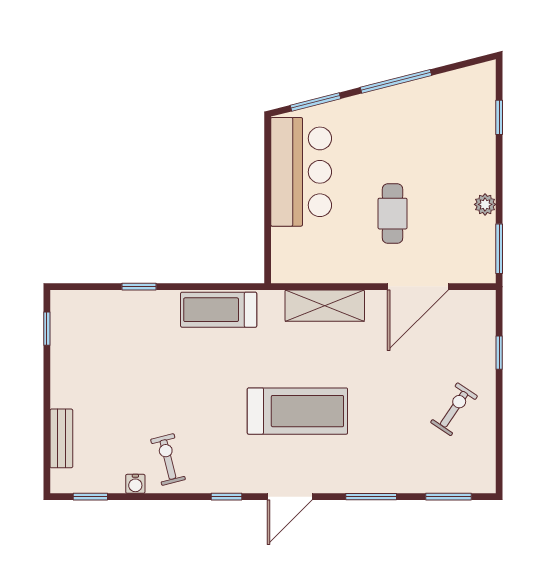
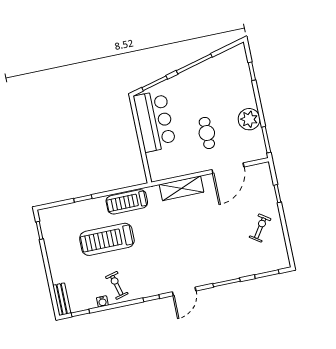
plant: (485, 204) -> (249, 119), width x1.87, depth x1.87
treadmill: (297, 411) -> (107, 239), moved, turned 180
bench: (61, 438) -> (62, 299), moved

